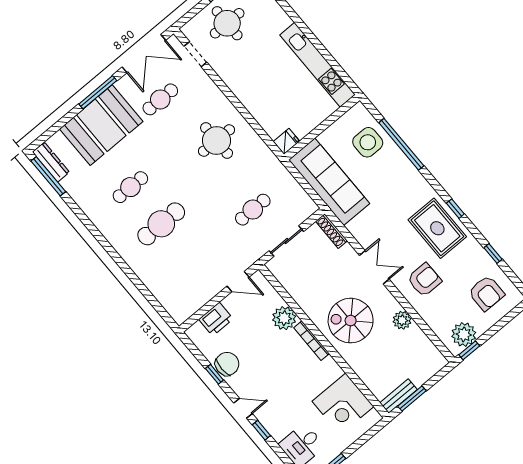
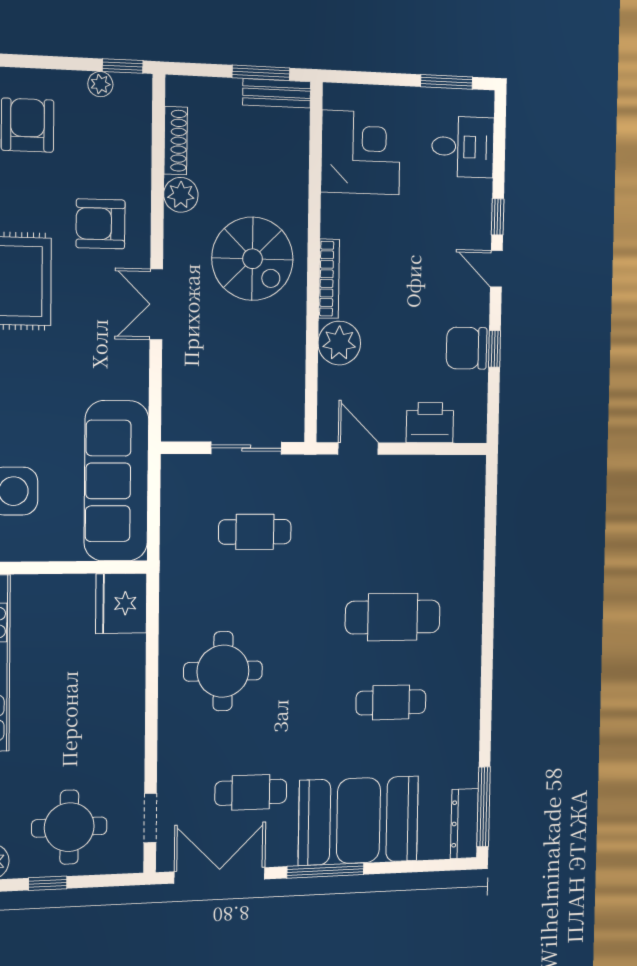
fridge: (286, 141) -> (121, 603), width x1.88, depth x1.34
shoe rack: (331, 231) -> (176, 141), moved
plant: (464, 334) -> (100, 84), width x0.53, depth x0.53

